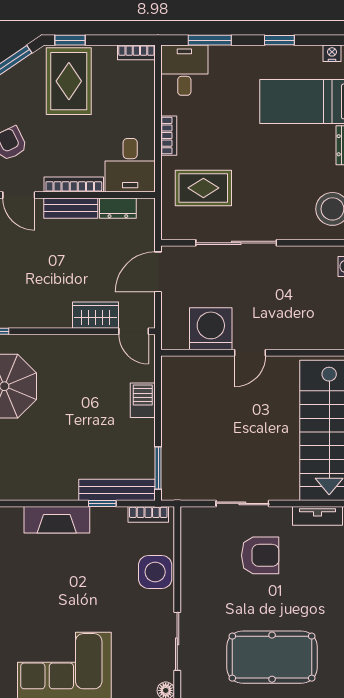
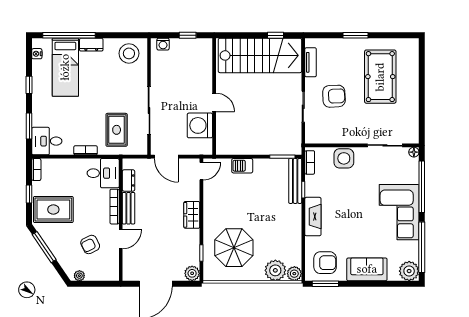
window: (70, 40) -> (29, 194), moved
wardrobe: (96, 315) -> (192, 215), moved
armchair: (260, 555) -> (334, 96), turned 87
pool table: (272, 657) -> (380, 77), moved

